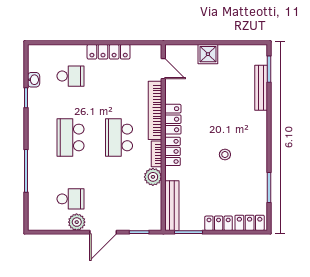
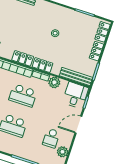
school desk: (70, 199) -> (51, 138), turned 180
desk: (145, 214) -> (75, 95), added
plant: (77, 222) -> (63, 152), moved
door: (103, 232) -> (78, 125), swing flipped

